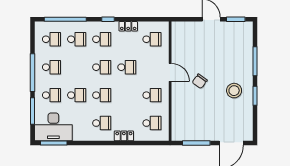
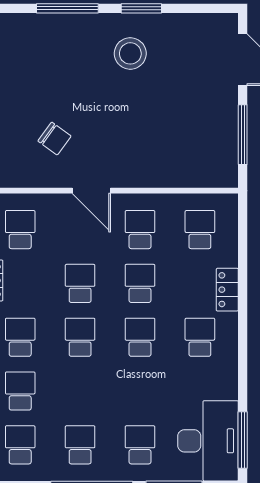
door: (170, 72) -> (91, 191), swing flipped
chair: (200, 81) -> (54, 138), moved
school desk: (77, 95) -> (140, 283), moved

